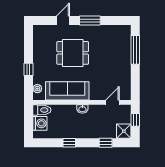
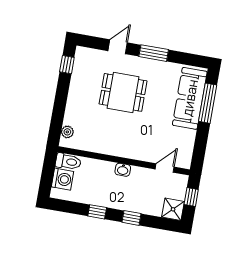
window: (28, 69) -> (67, 65), moved
sofa: (67, 91) -> (190, 98), moved, turned -90
window: (106, 143) -> (131, 218), moved

